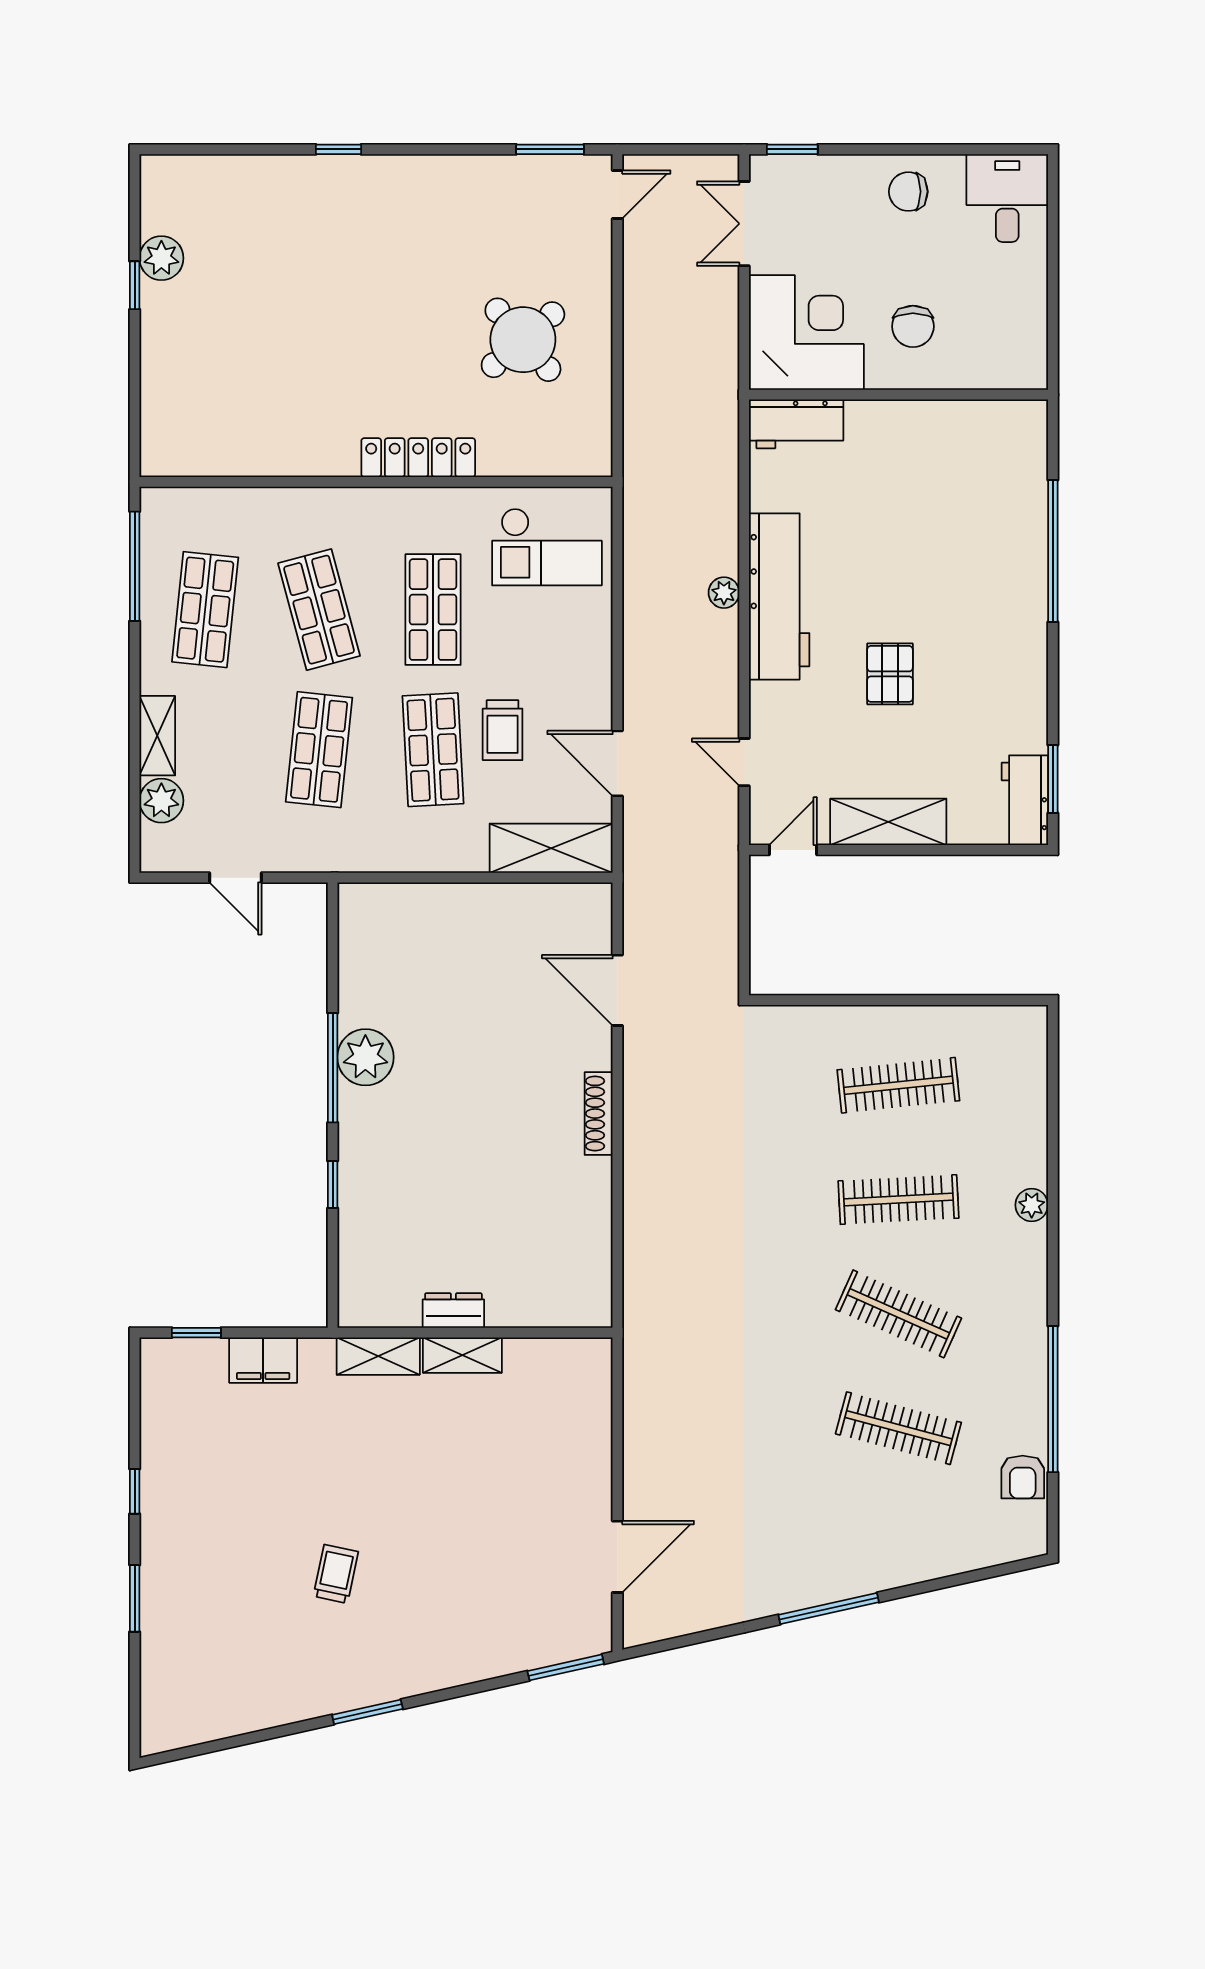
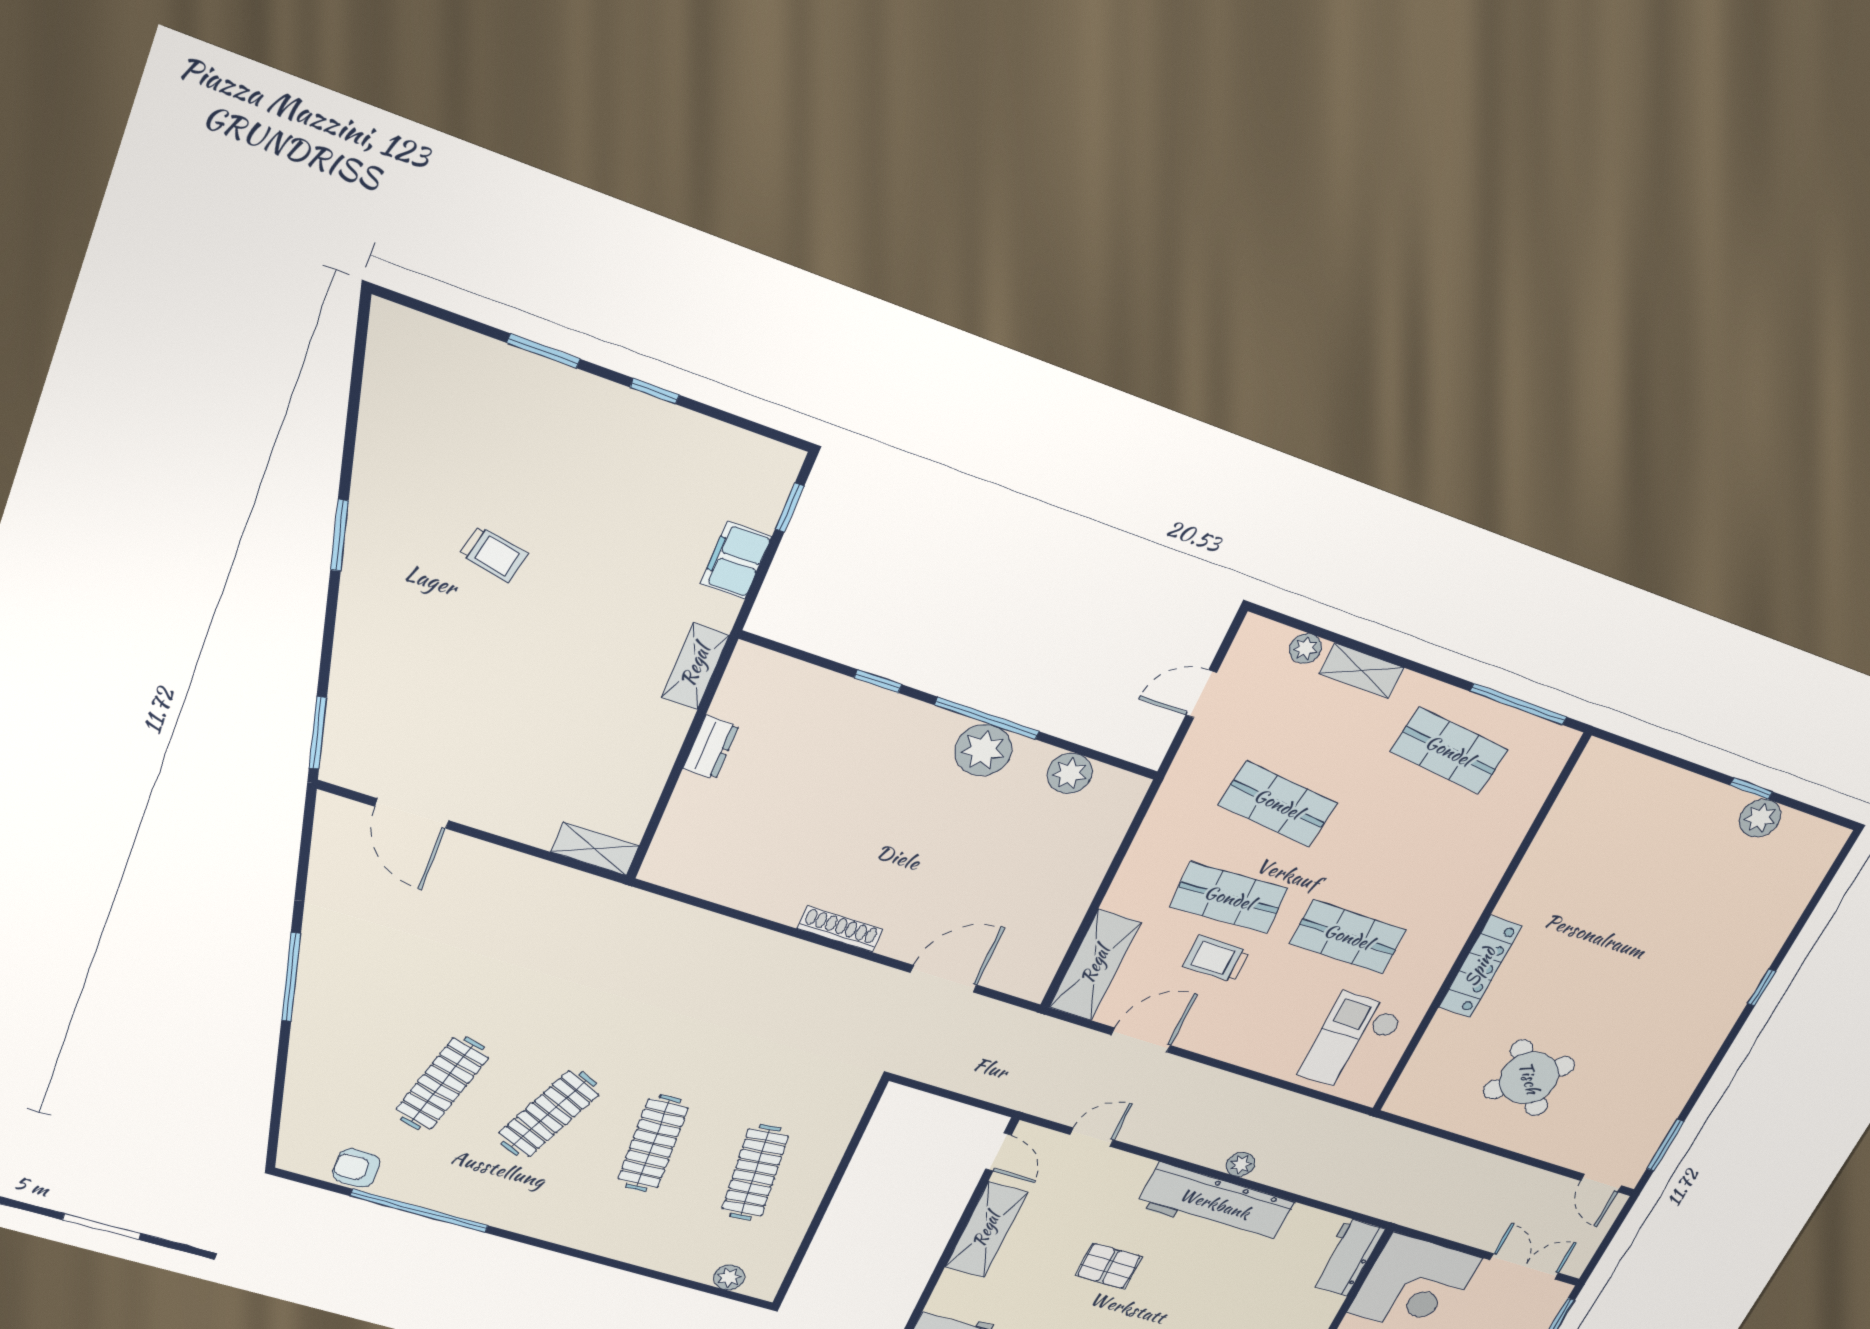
shop shelf: (319, 610) -> (1398, 845), removed
plant: (161, 801) -> (1305, 649), width x0.73, depth x0.73
plant: (360, 965) -> (1070, 773), added
plant: (1032, 1205) -> (729, 1277), moved
shelving: (462, 1355) -> (595, 849), moved, turned 90

